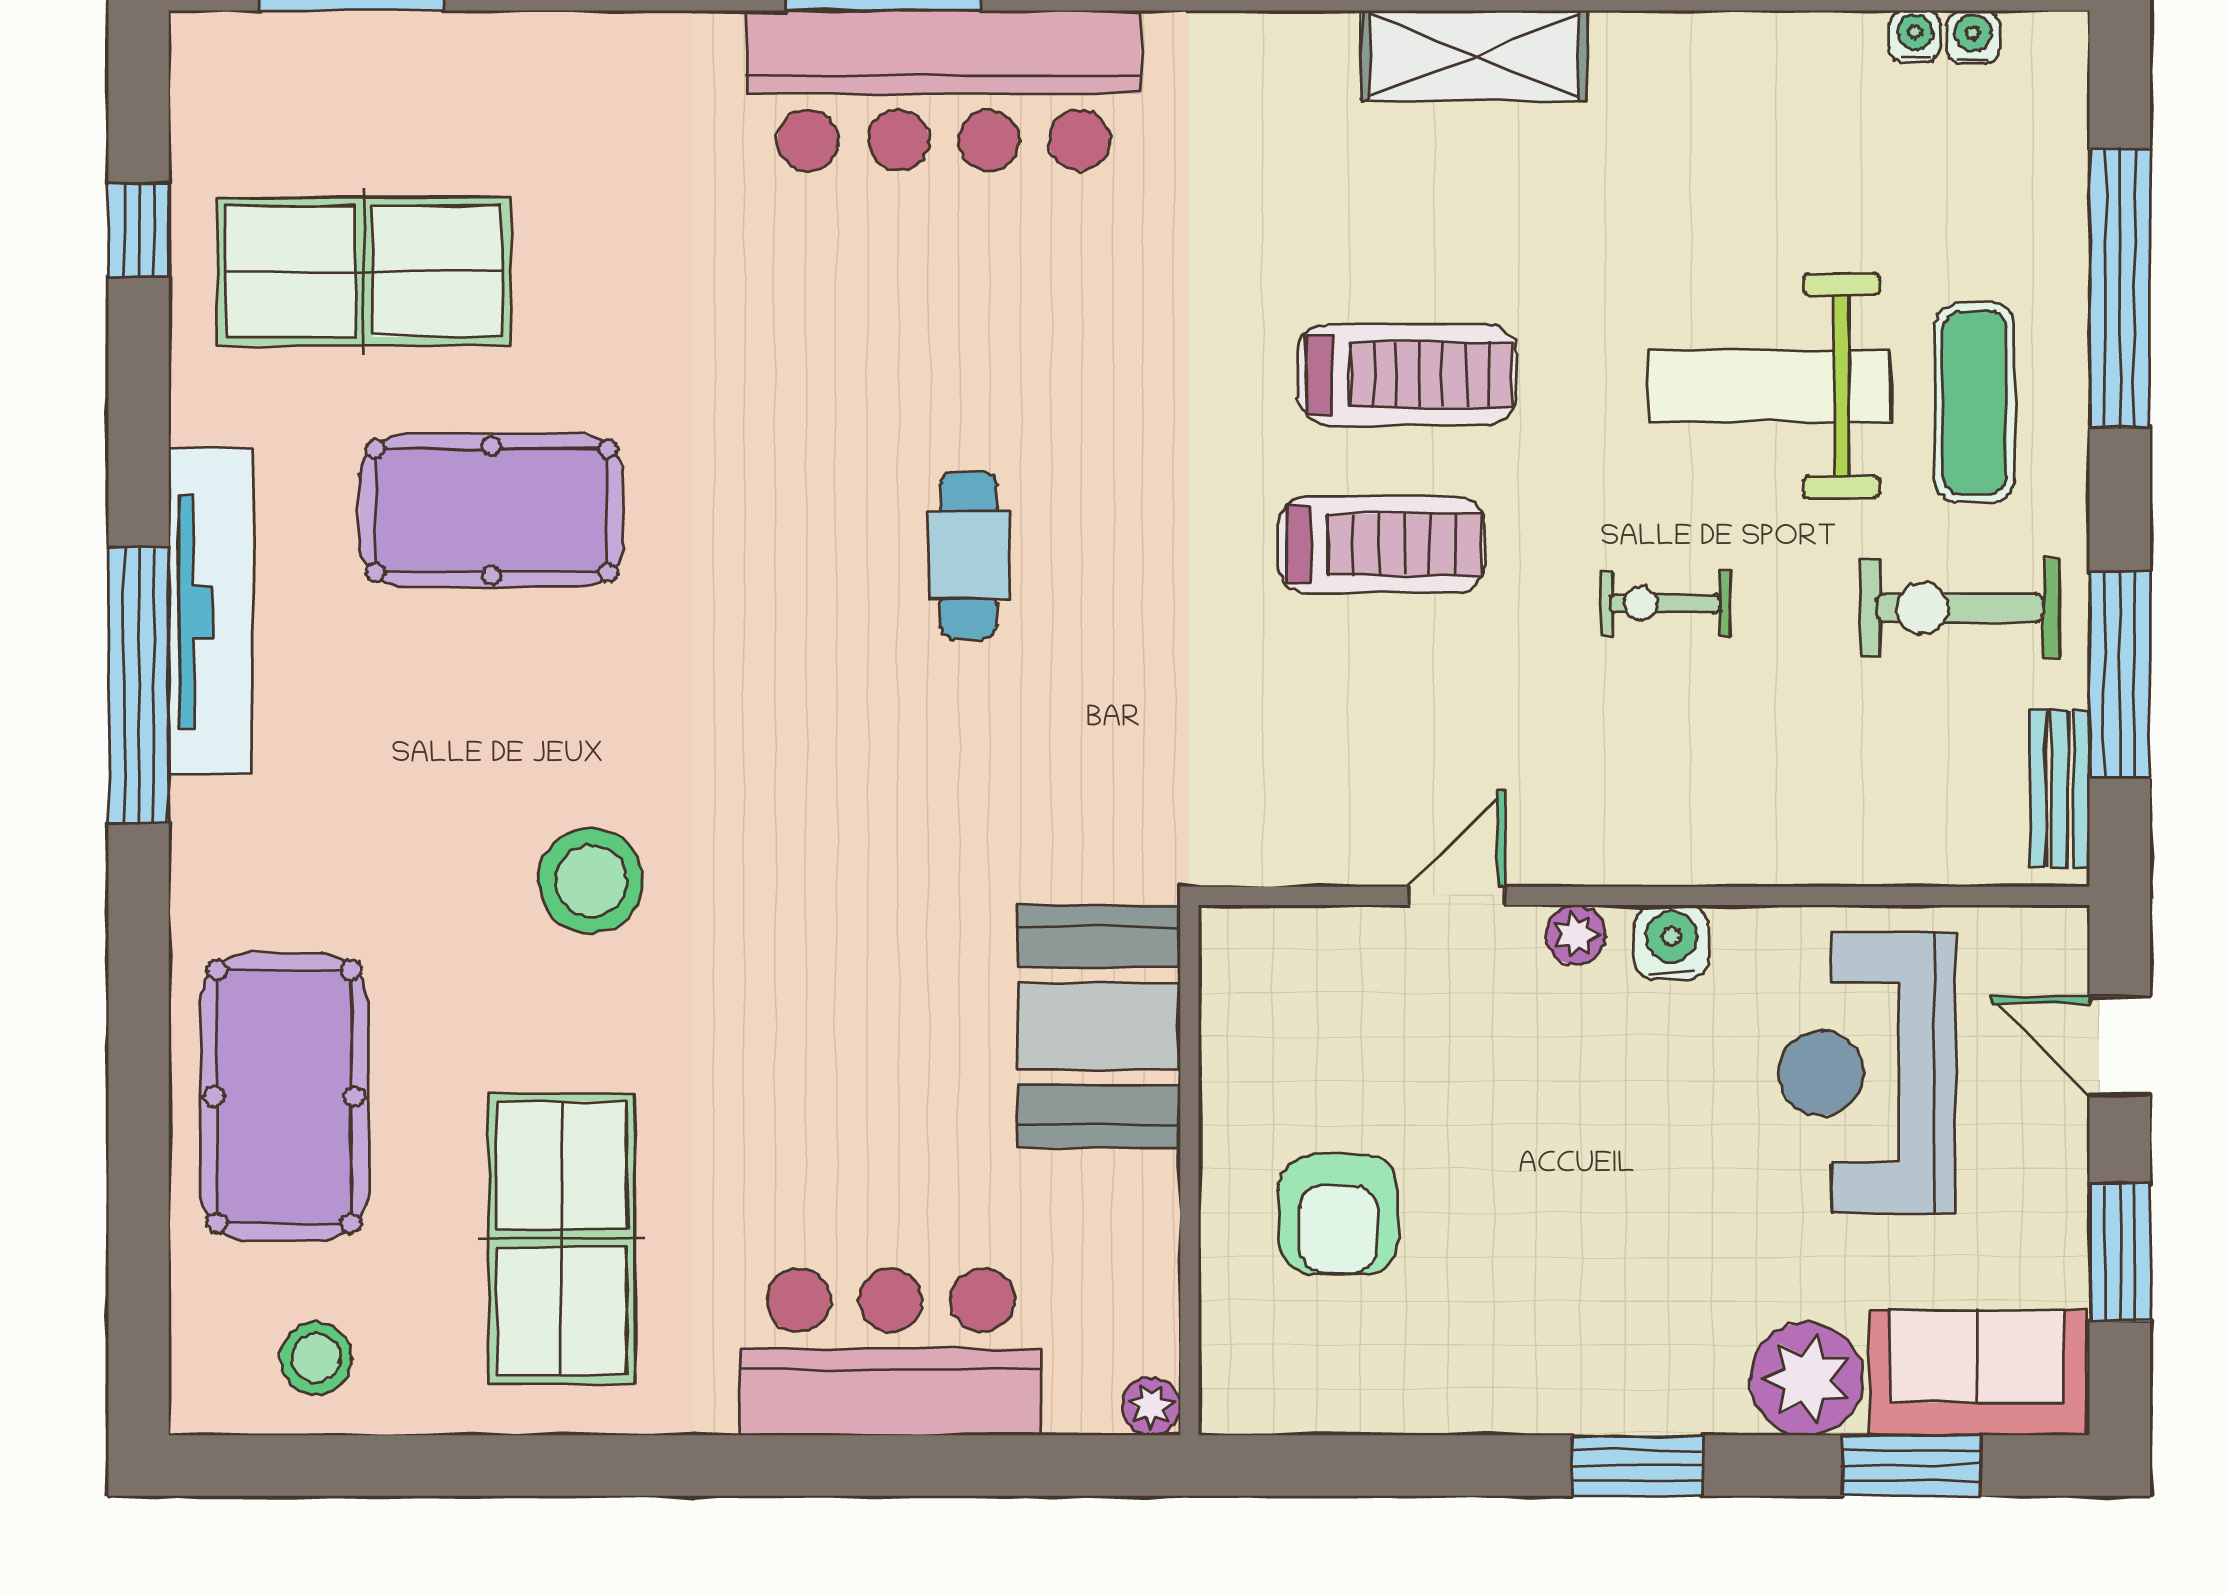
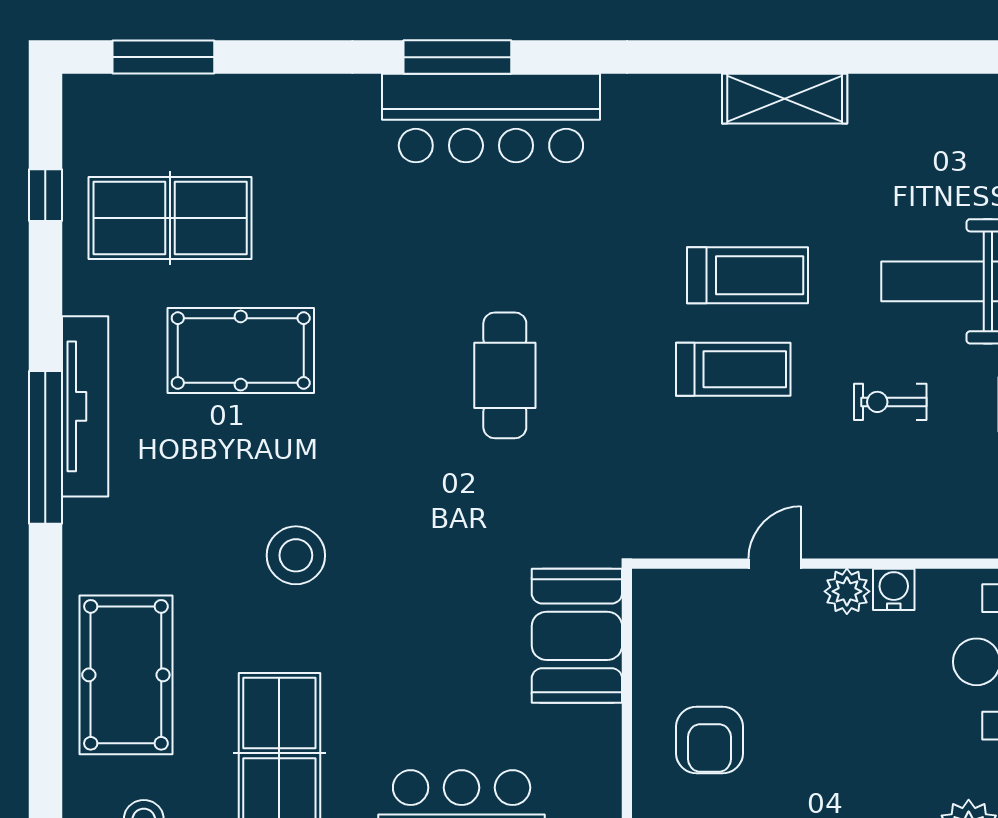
cafe table: (969, 555) -> (505, 375), width x1.37, depth x1.35
plant: (1576, 935) -> (847, 591), width x1.38, depth x1.38

